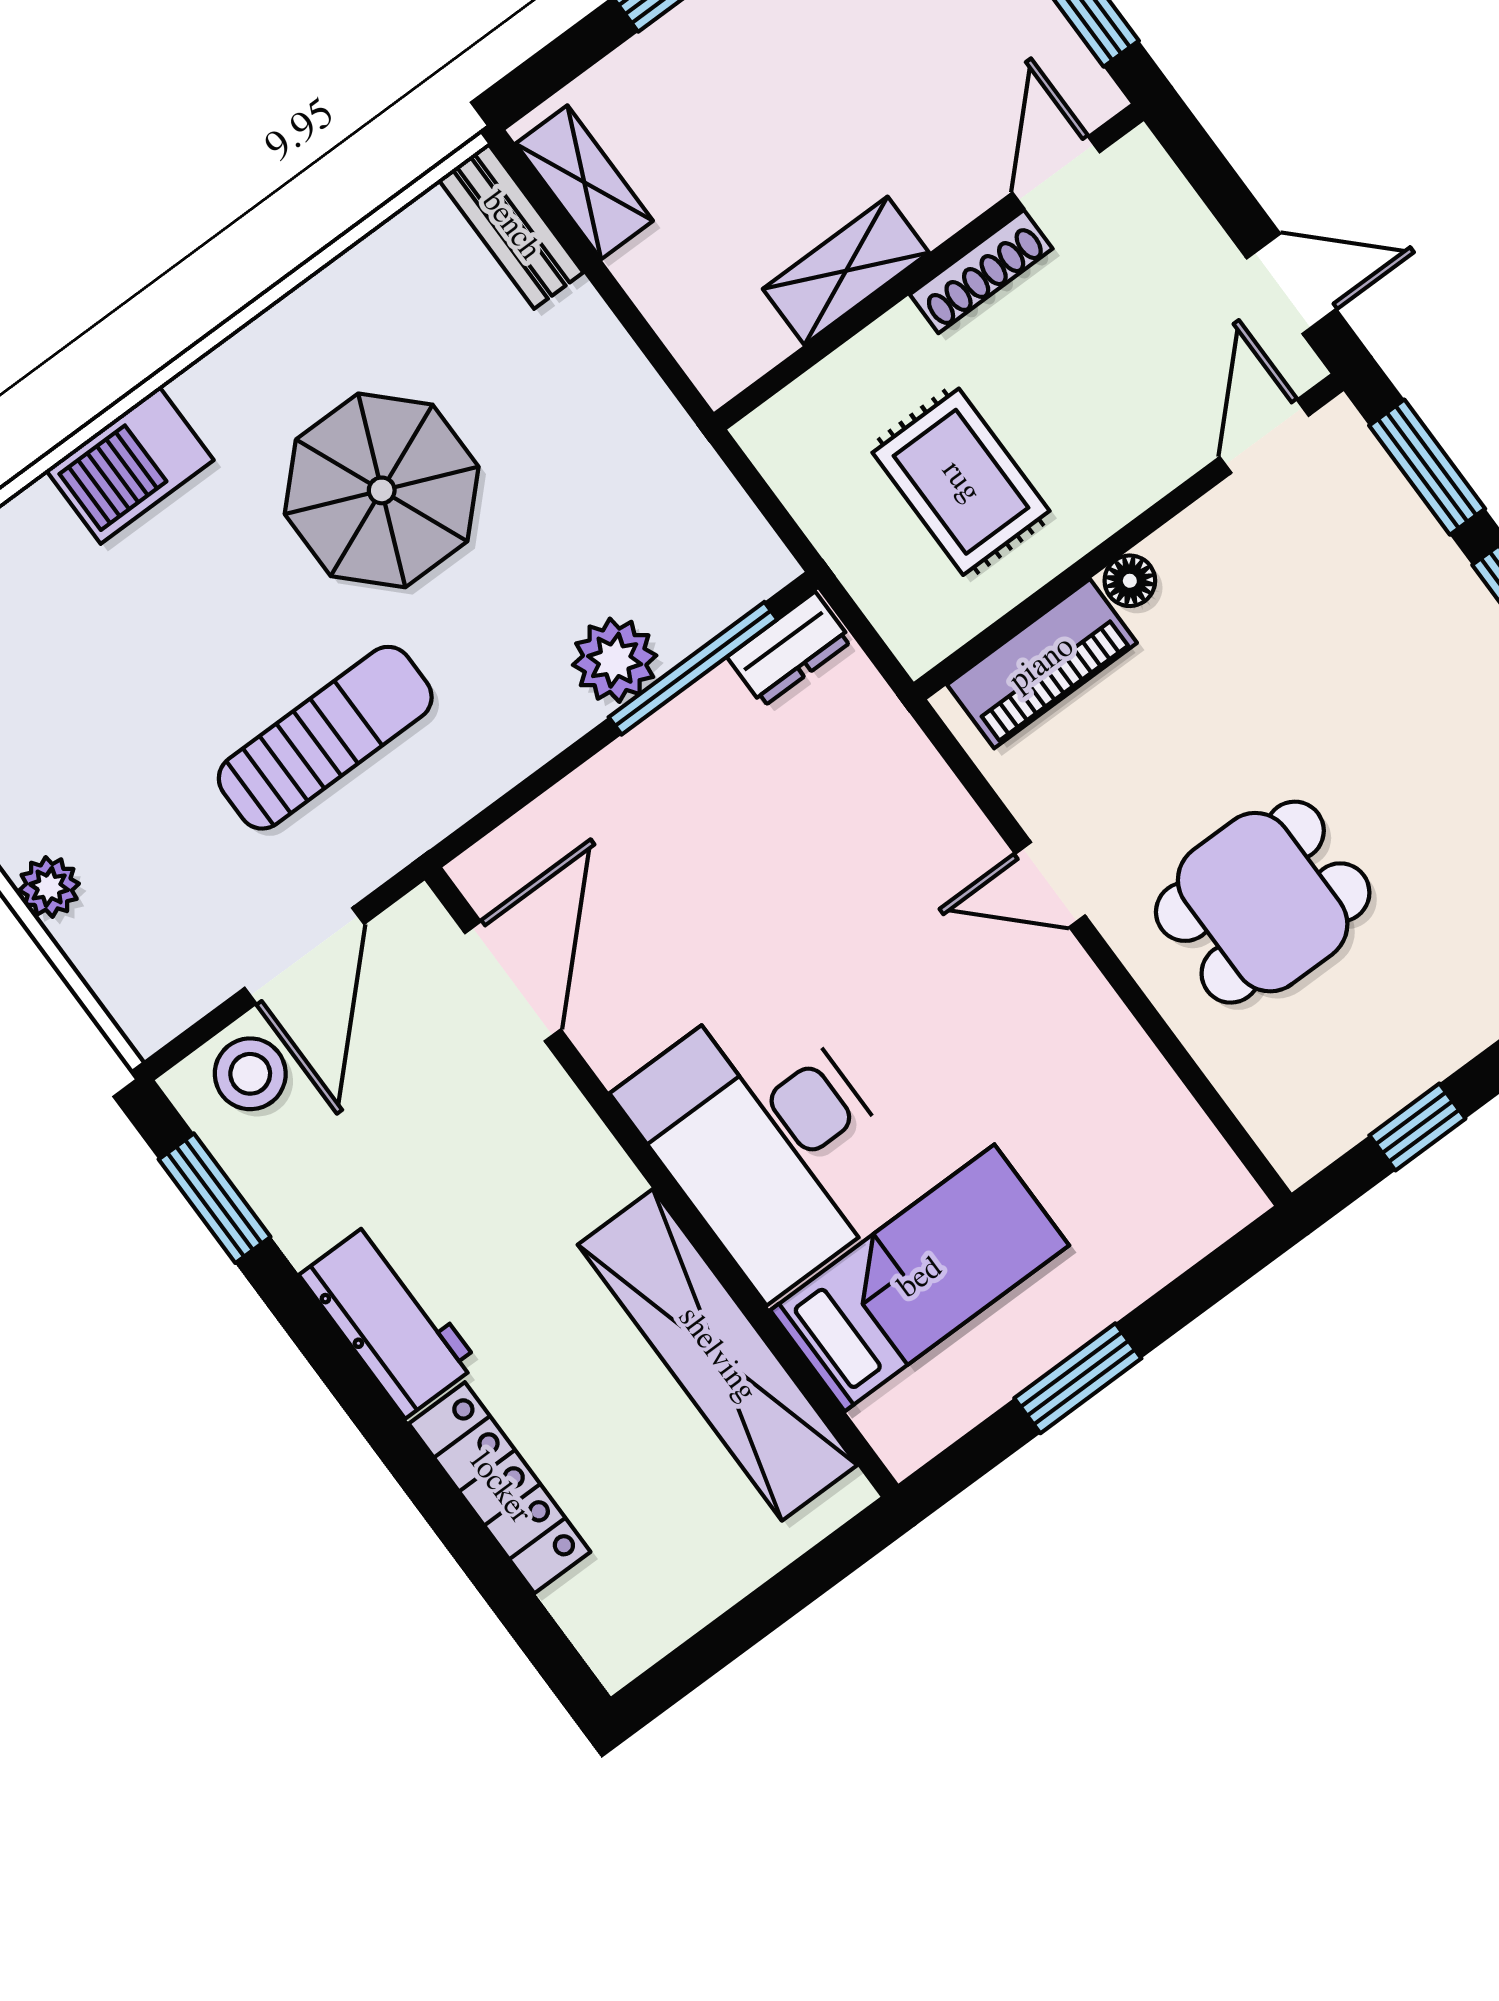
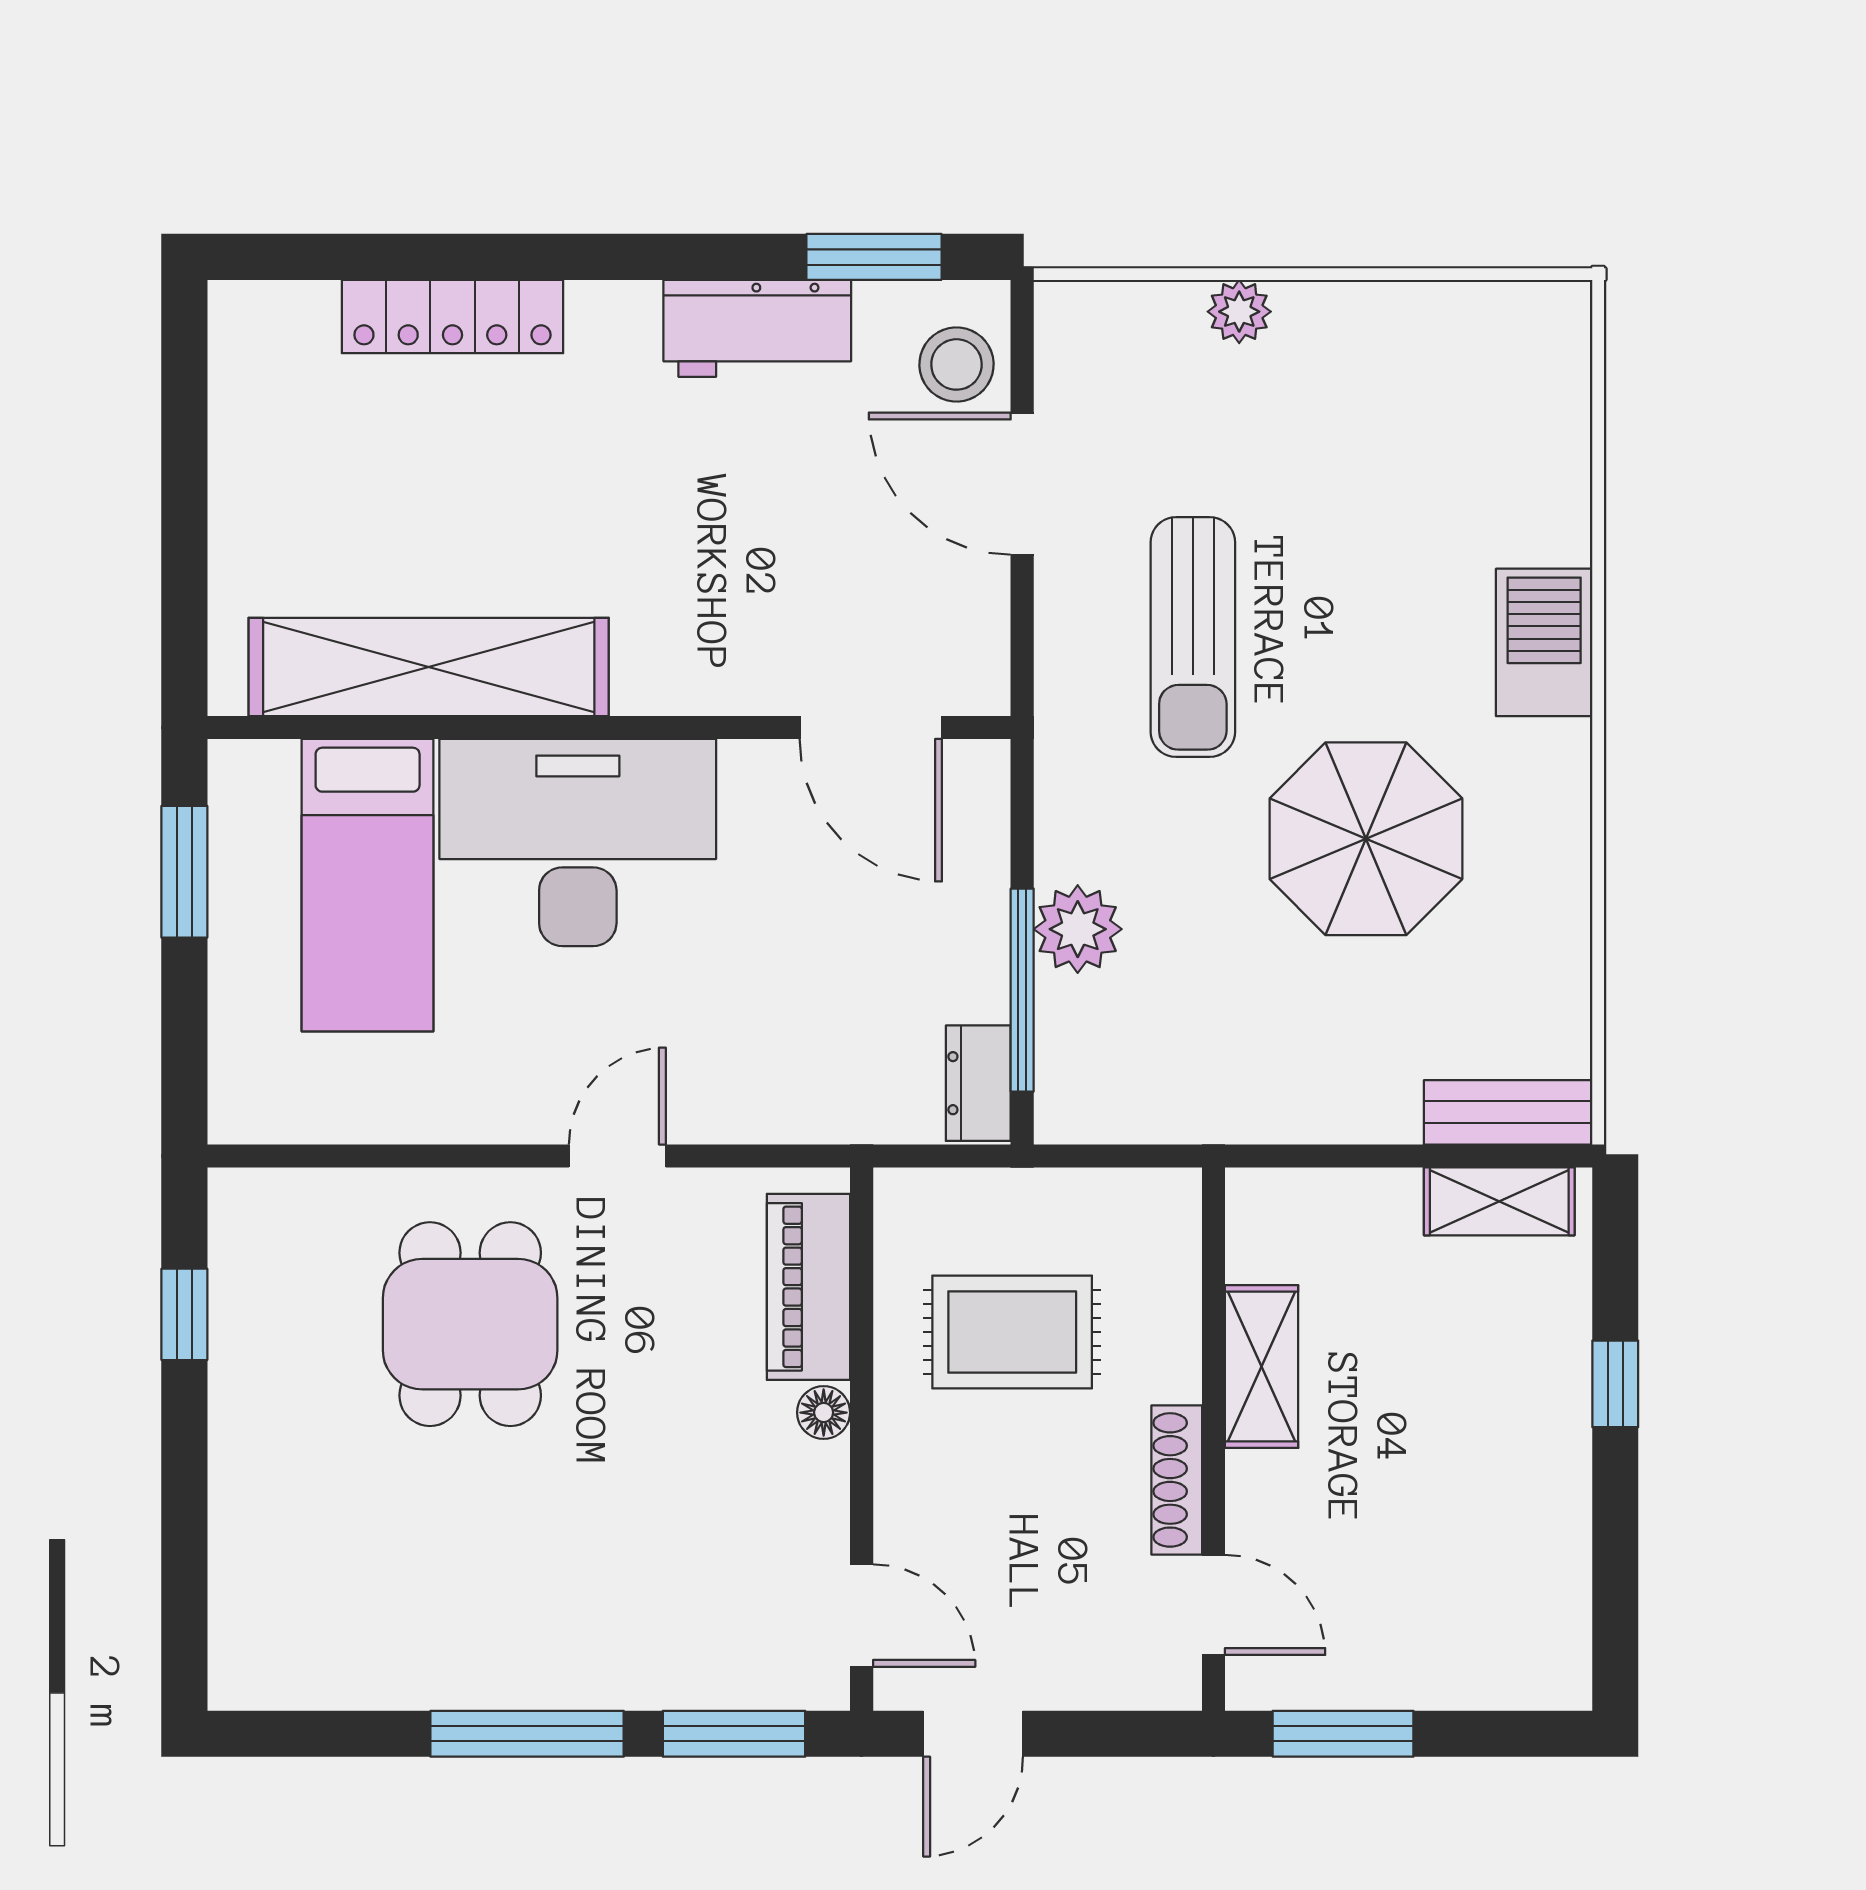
door: (513, 981) -> (871, 727), moved
desk: (767, 1141) -> (578, 843), moved
wall: (661, 1182) -> (609, 727), moved
bed: (920, 1278) -> (368, 885), moved
workbench: (389, 1319) -> (757, 328), moved
shelving: (717, 1355) -> (429, 667), moved

